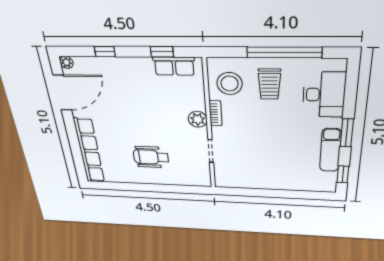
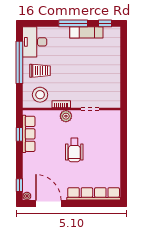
window: (105, 52) -> (19, 185), moved
row of seats: (174, 66) -> (29, 134), width x1.48
desk: (324, 95) -> (35, 42), moved, turned -90
window: (347, 133) -> (73, 23), width x1.44
wheelchair: (151, 157) -> (74, 150), moved

